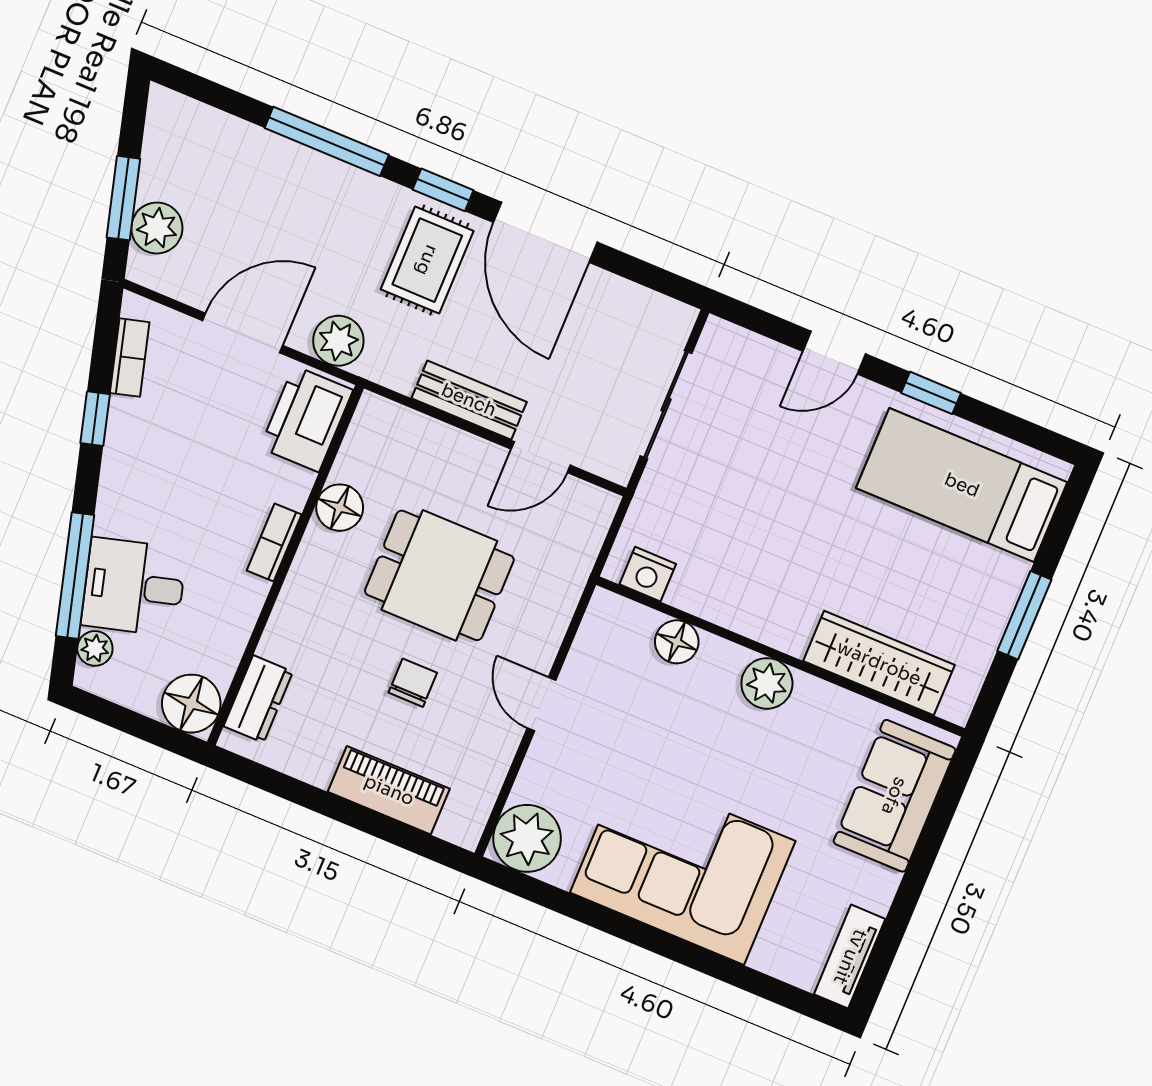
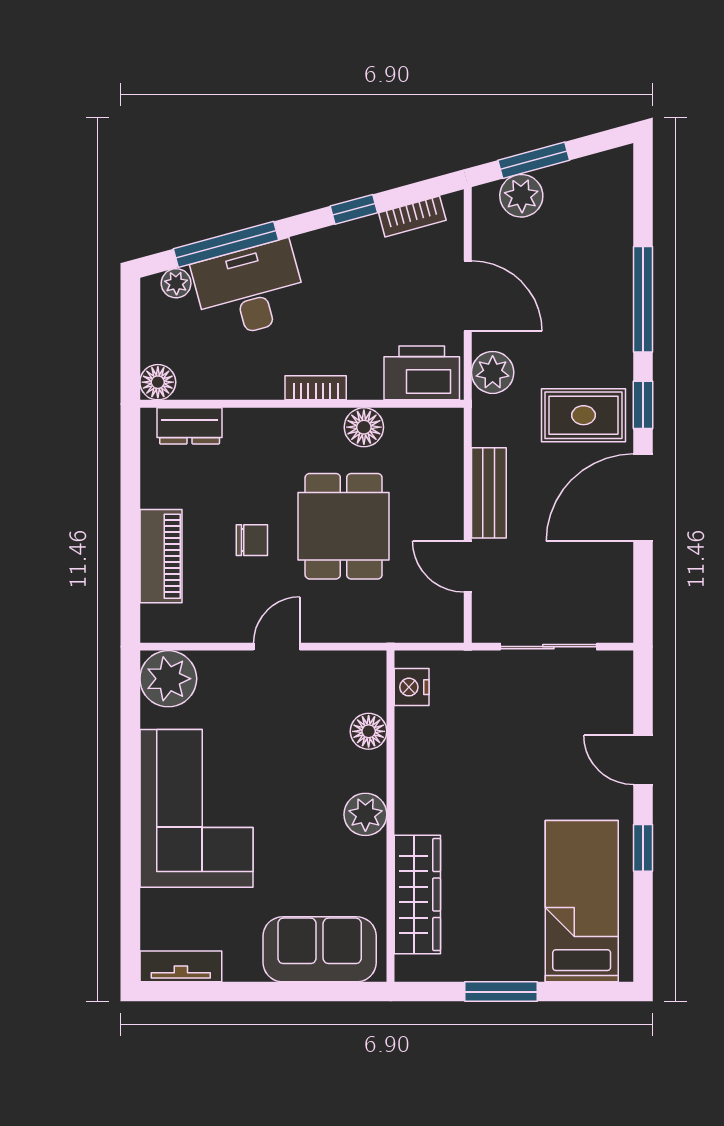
desk: (134, 587) -> (250, 290), width x1.37
floor lamp: (191, 704) -> (158, 382), width x0.73, depth x0.73

